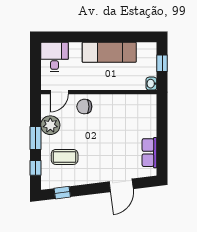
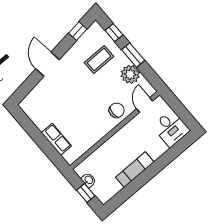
exam couch: (109, 52) -> (135, 170), width x0.73, depth x0.69
washbasin: (151, 84) -> (89, 180), moved
row of seats: (149, 153) -> (56, 139), moved
door: (121, 185) -> (48, 64), moved

